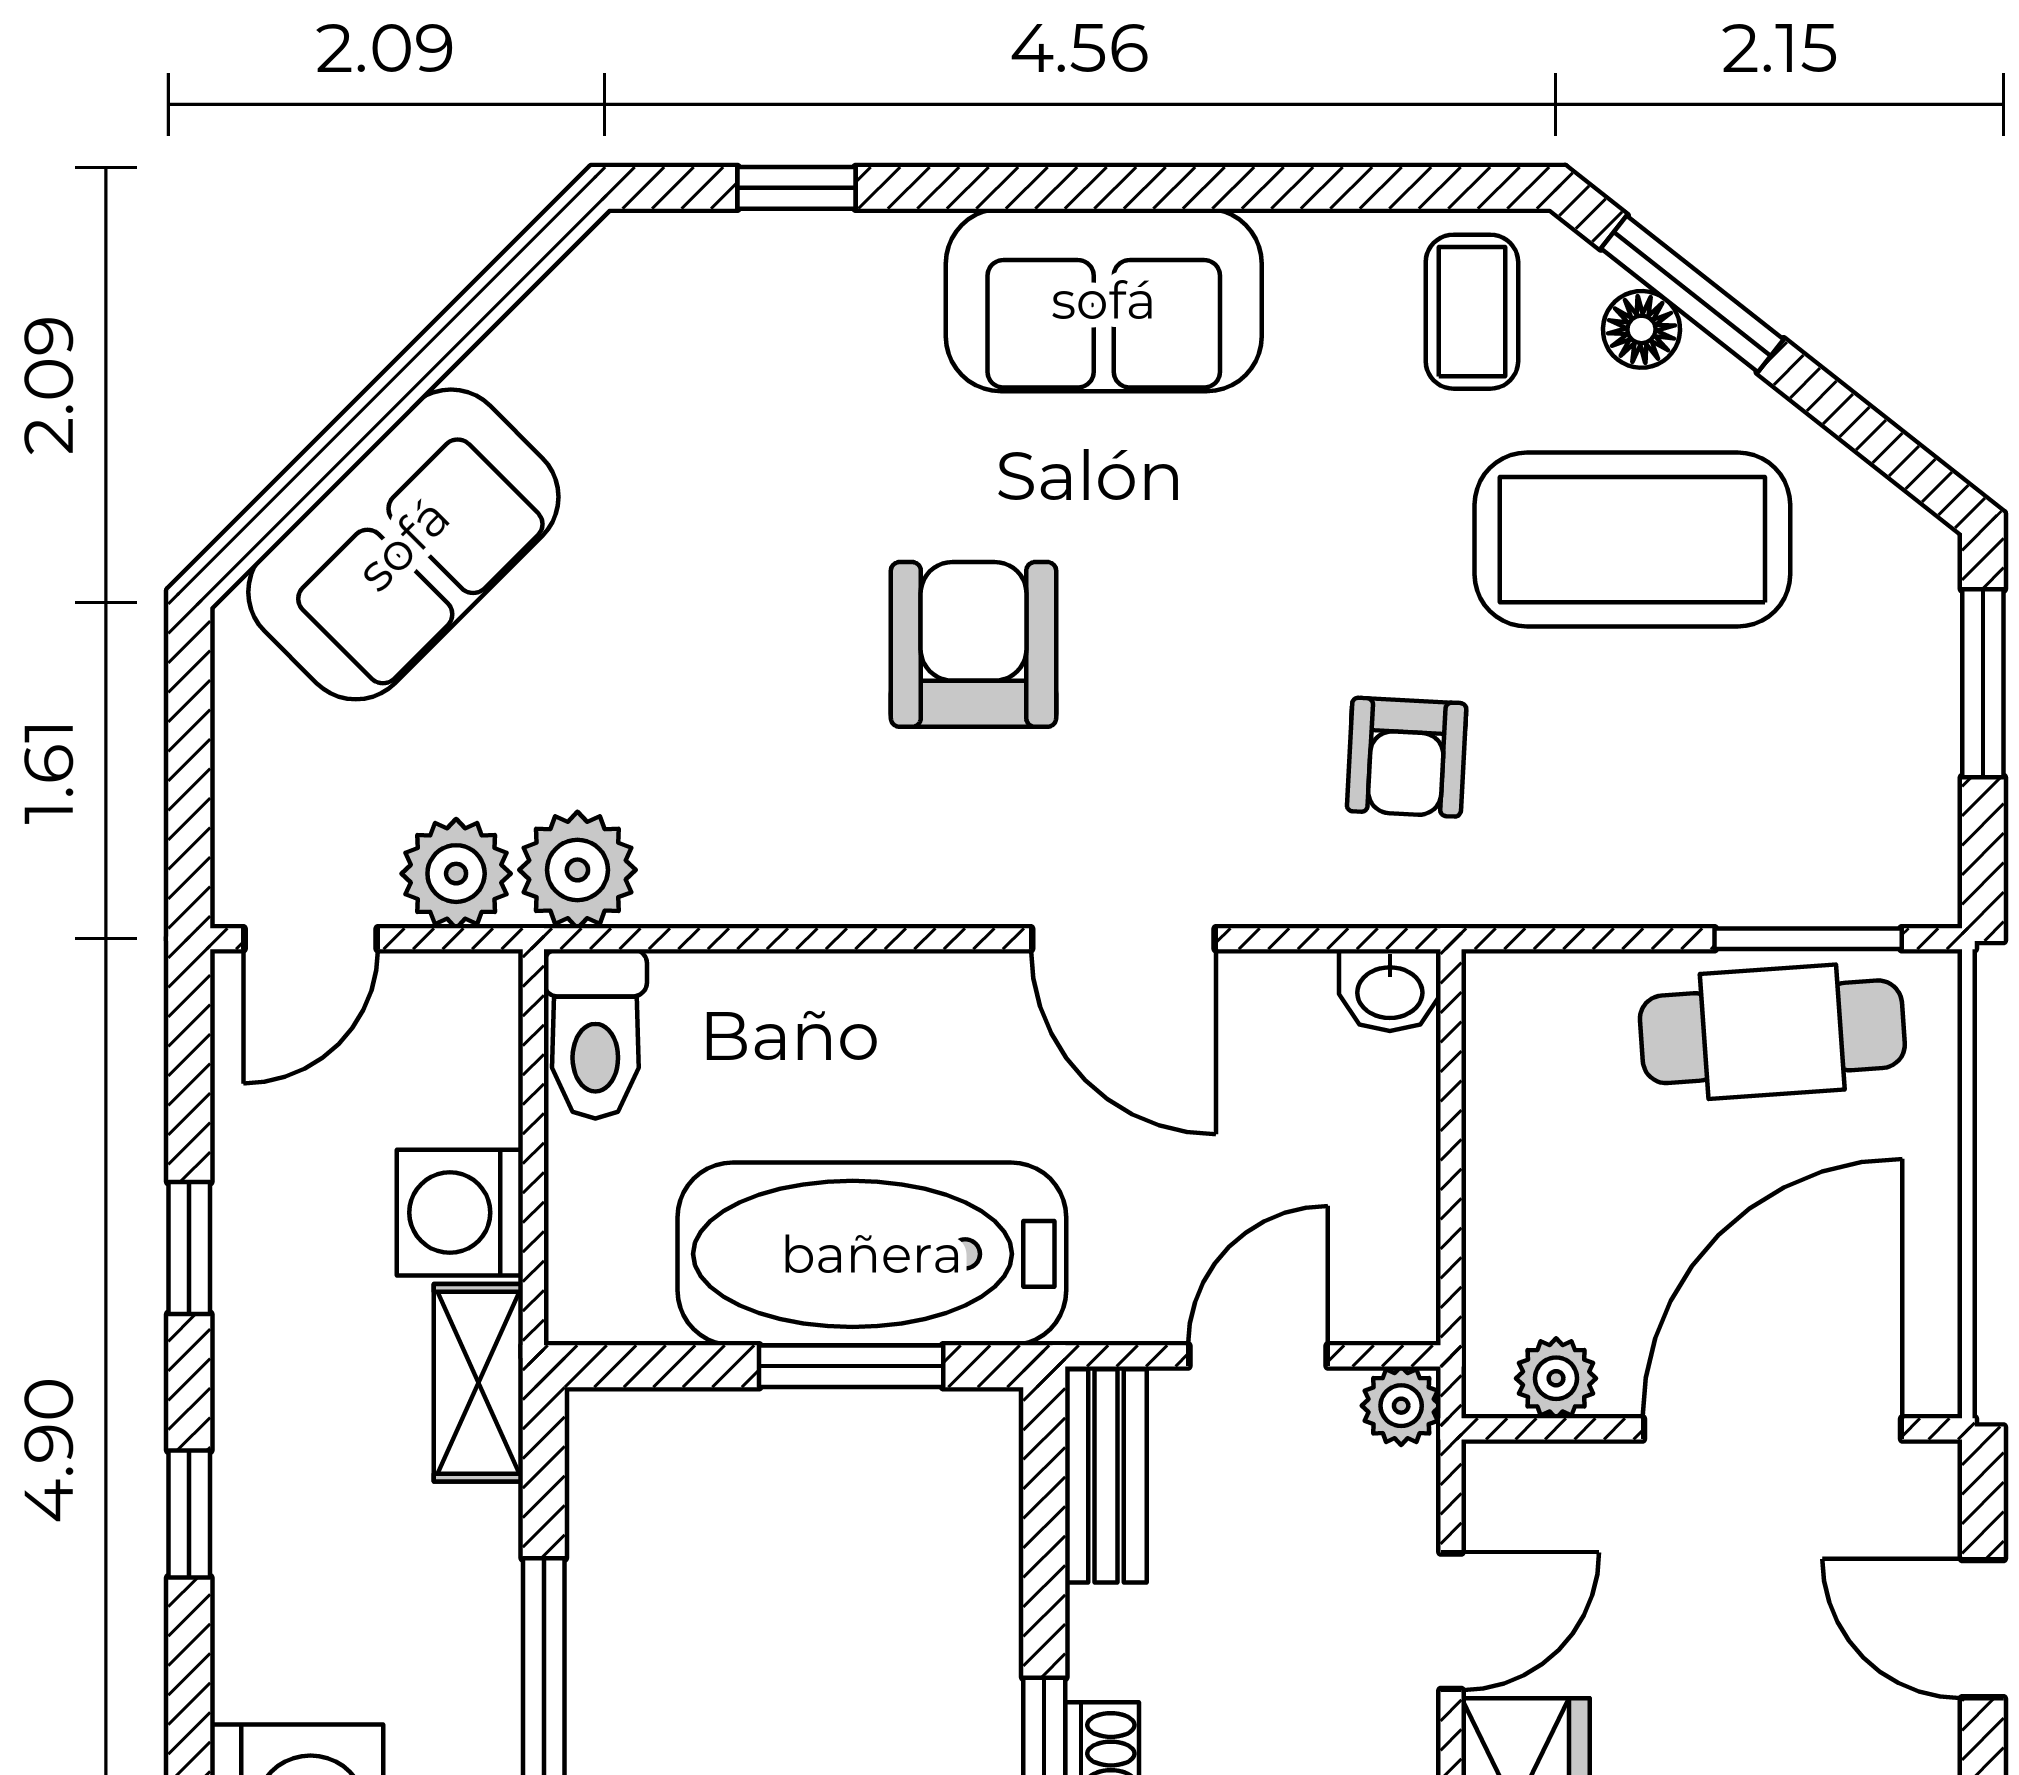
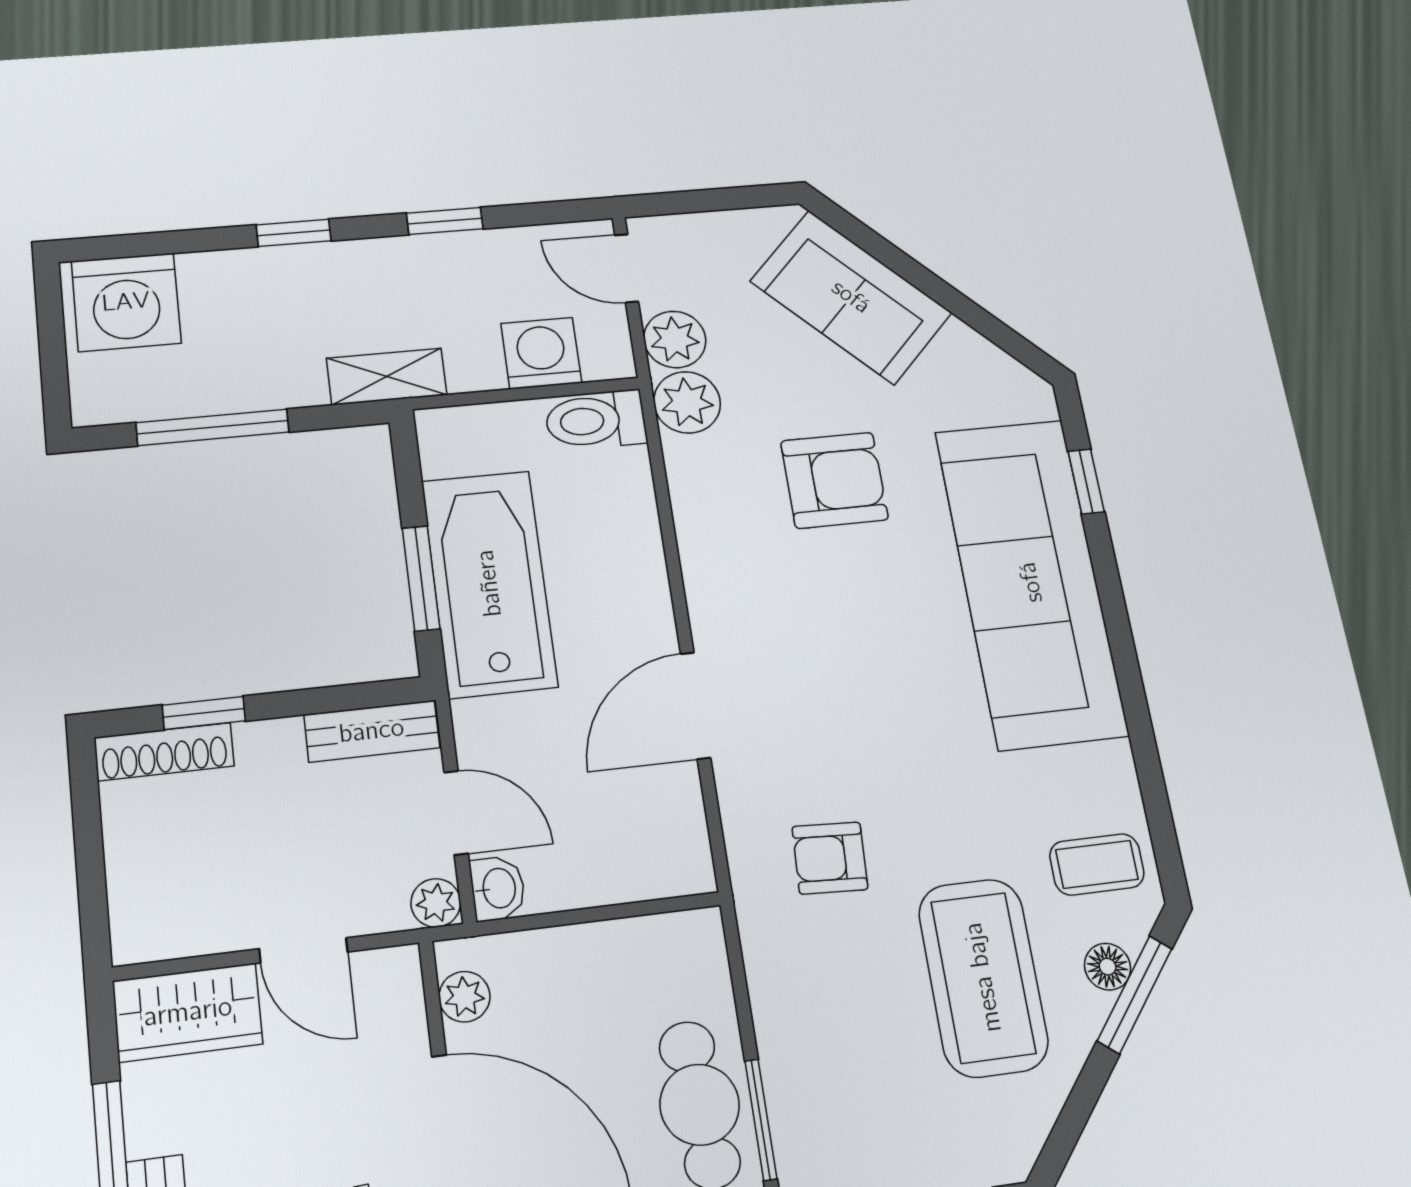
sofa: (1104, 300) -> (1031, 582), width x1.85, depth x1.27
armchair: (974, 644) -> (834, 480), moved
washbasin: (1390, 990) -> (498, 888), moved, turned 180
washing machine: (460, 1213) -> (541, 353), moved

